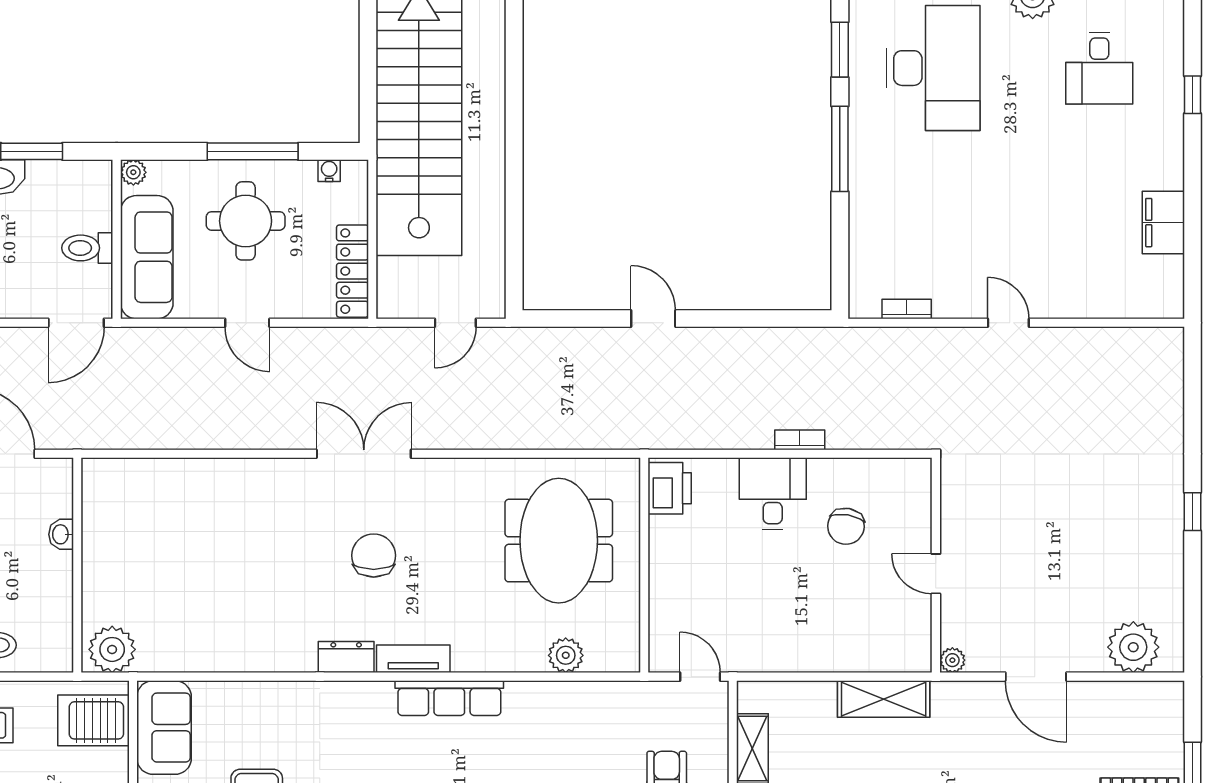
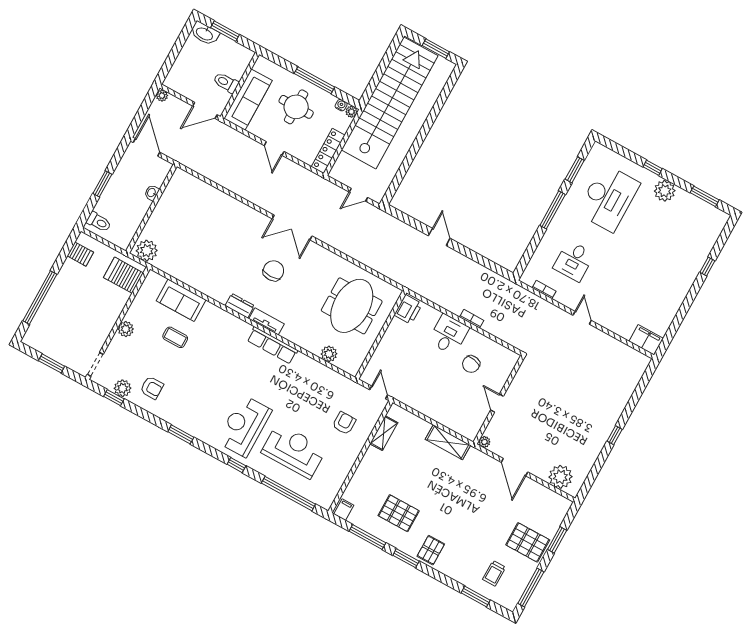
desk: (1099, 68) -> (574, 261), moved
plant: (133, 172) -> (351, 112), moved
filing cabinet: (1163, 223) -> (646, 340), moved, turned 90
double door: (364, 454) -> (292, 227), swing flipped
sofa: (164, 728) -> (181, 300), moved, turned 90

